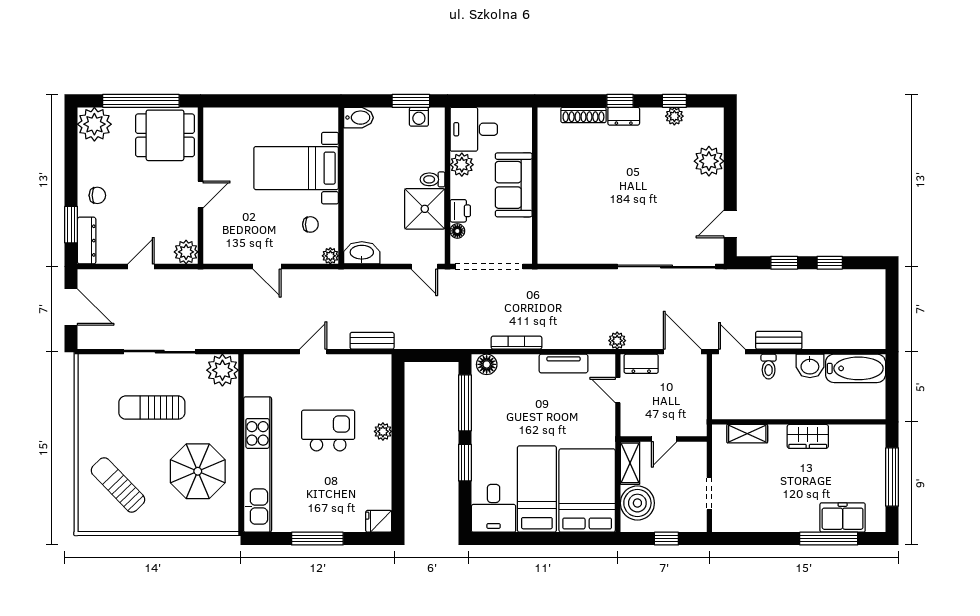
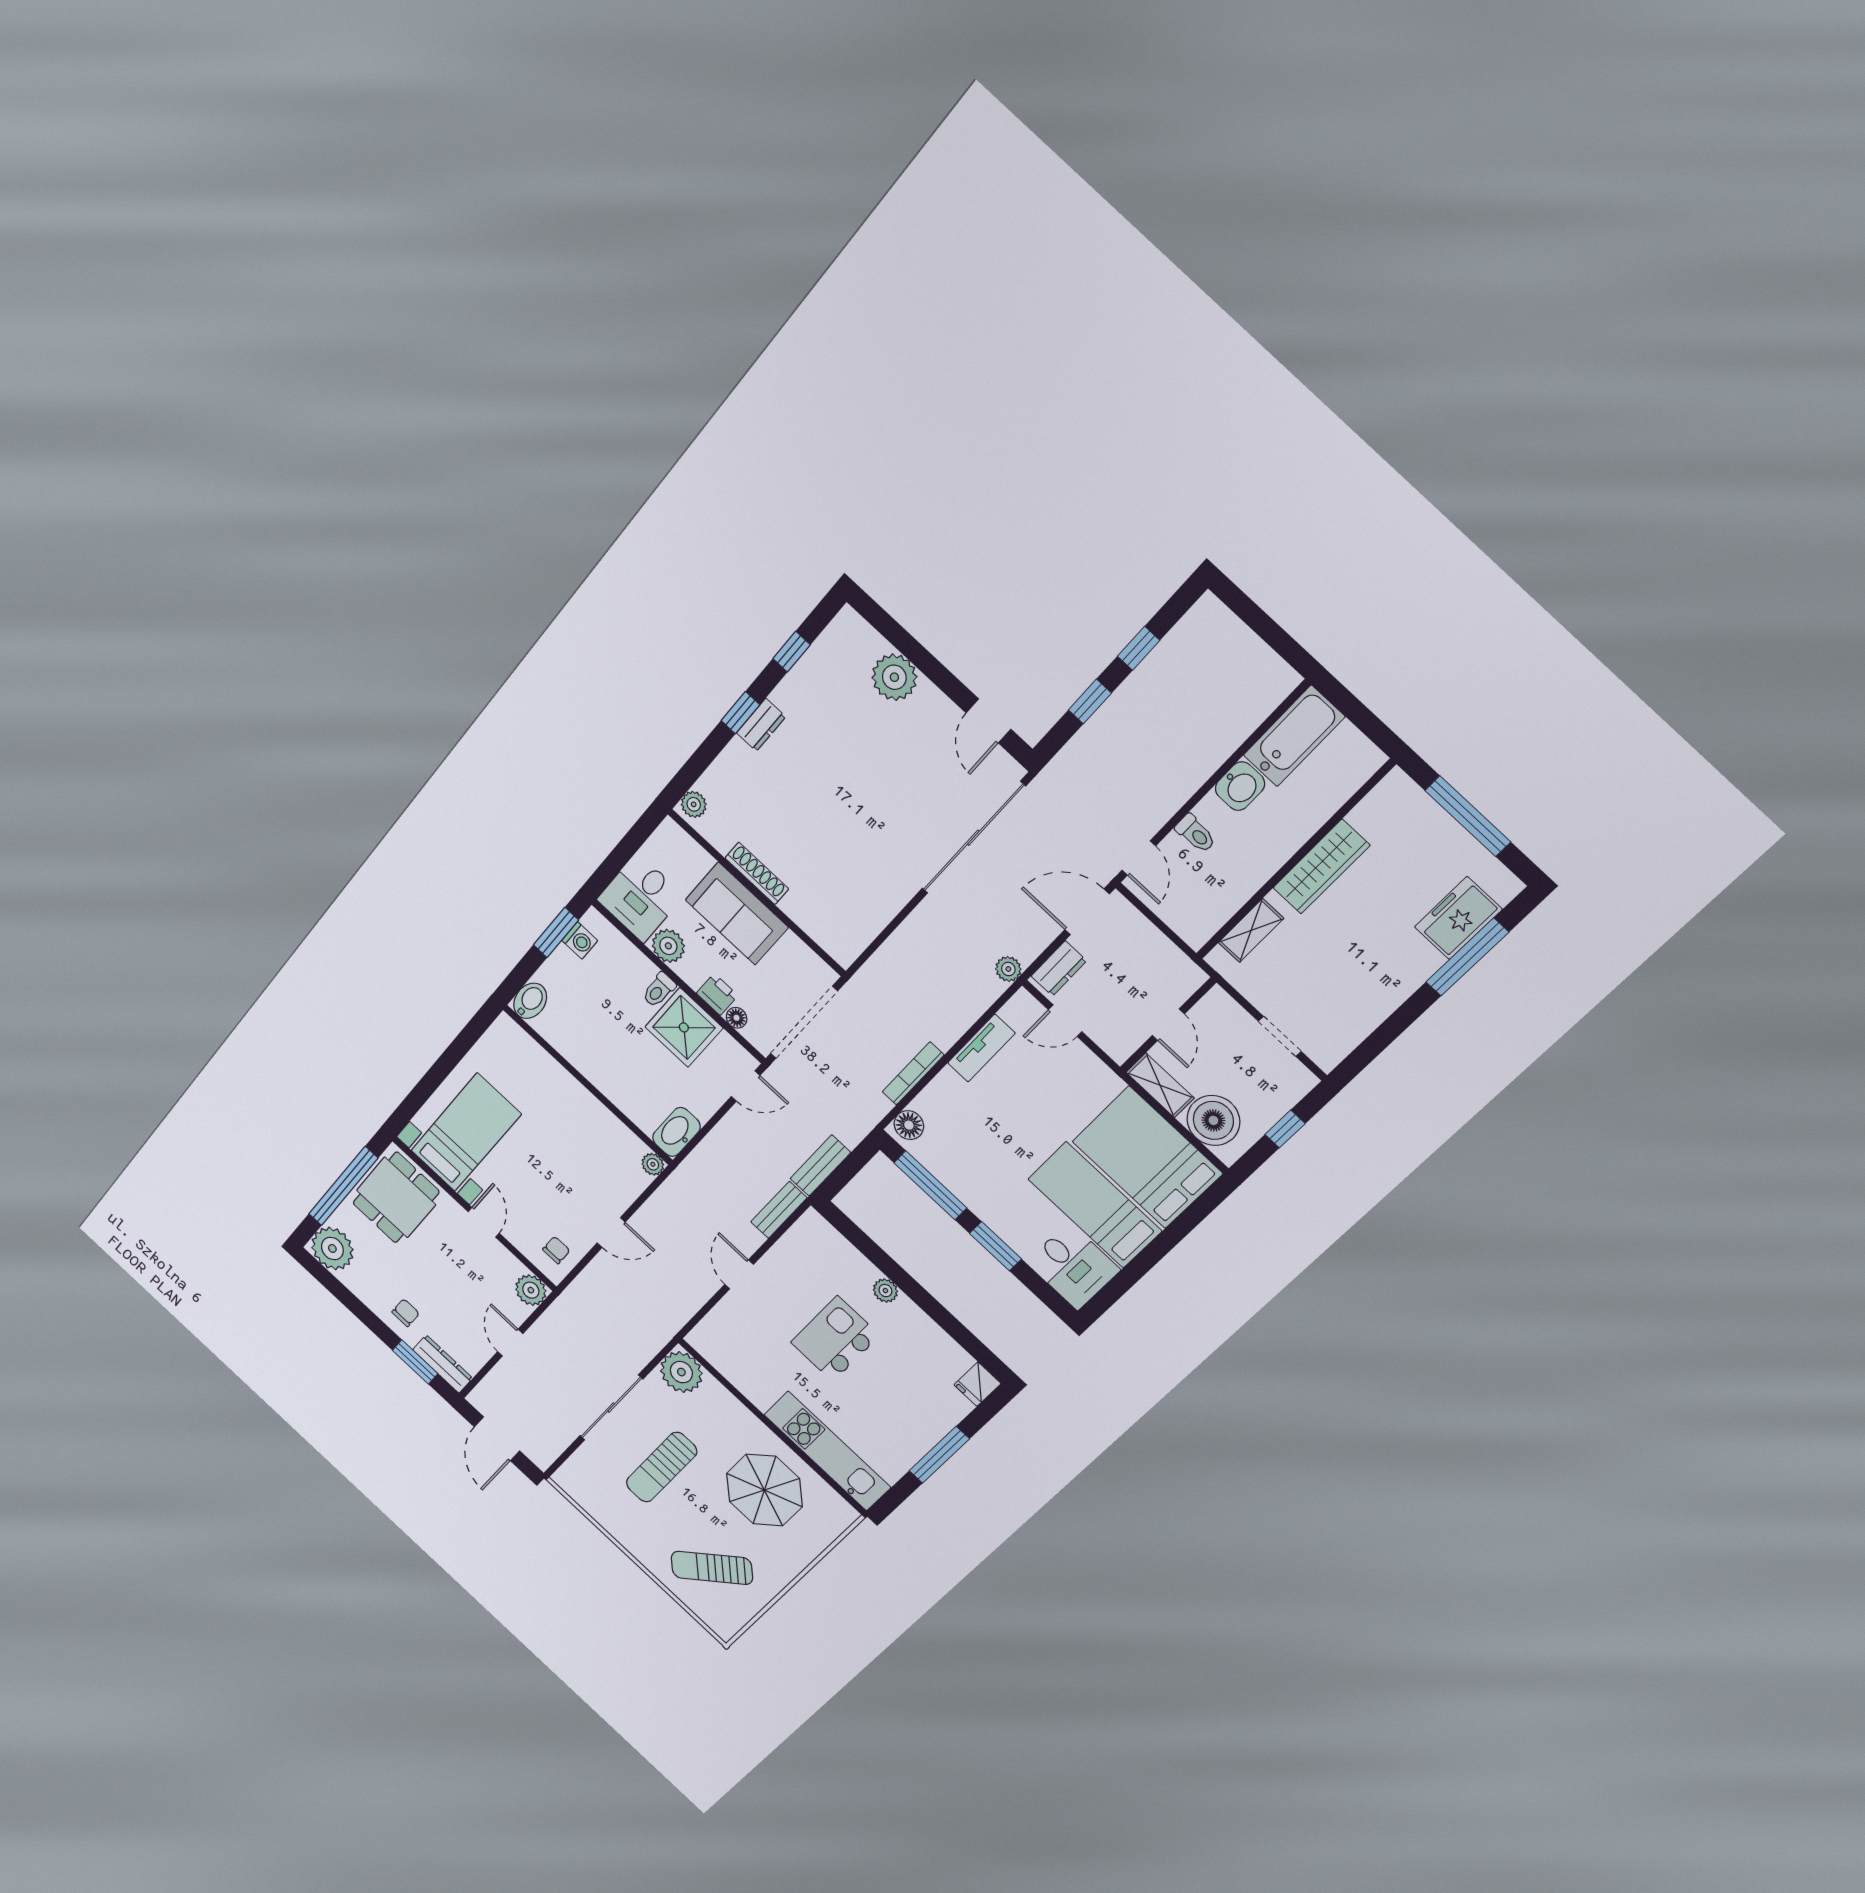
shoe rack: (583, 115) -> (757, 873), moved, turned -90
plant: (674, 116) -> (694, 804), moved
bed with nightstands: (296, 168) -> (466, 1132), moved, turned 180
chair: (310, 224) -> (556, 1250), moved
door: (71, 307) -> (497, 1439), swing flipped
bench: (779, 340) -> (820, 1165), moved
door: (732, 352) -> (1139, 858), swing flipped
wardrobe: (808, 436) -> (1321, 867), width x1.50
kitchen unit: (258, 465) -> (827, 1451), width x0.73

